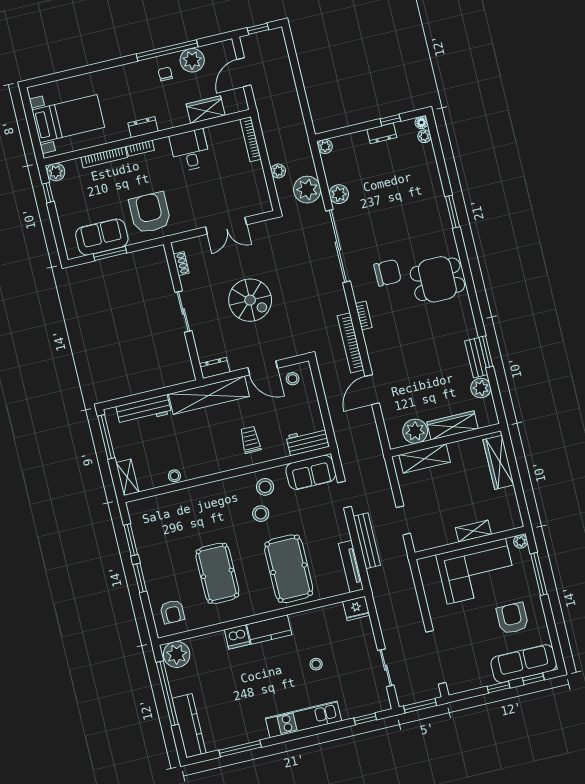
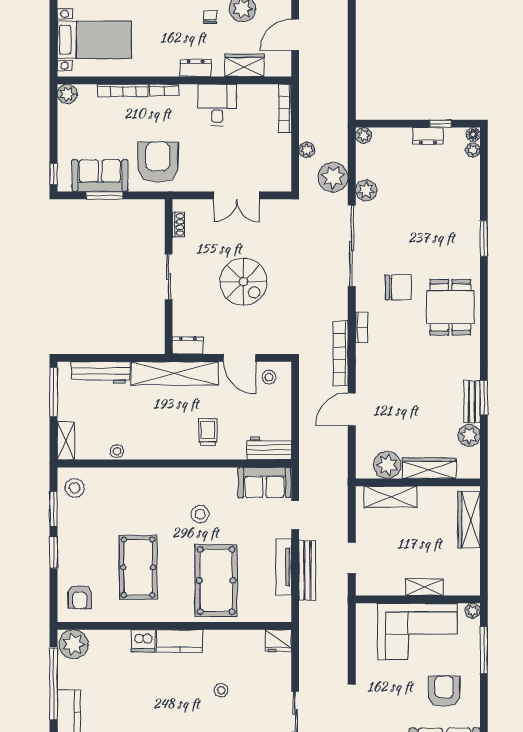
dresser: (143, 127) -> (196, 68), moved
window: (48, 193) -> (54, 174), moved
dining table: (437, 279) -> (450, 307), turned 90
stool: (265, 487) -> (75, 488), moved
tv unit: (351, 566) -> (284, 567), moved

